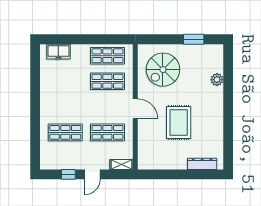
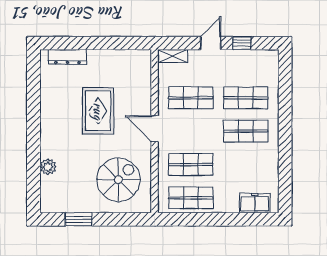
shop shelf: (65, 107) -> (246, 131), added

